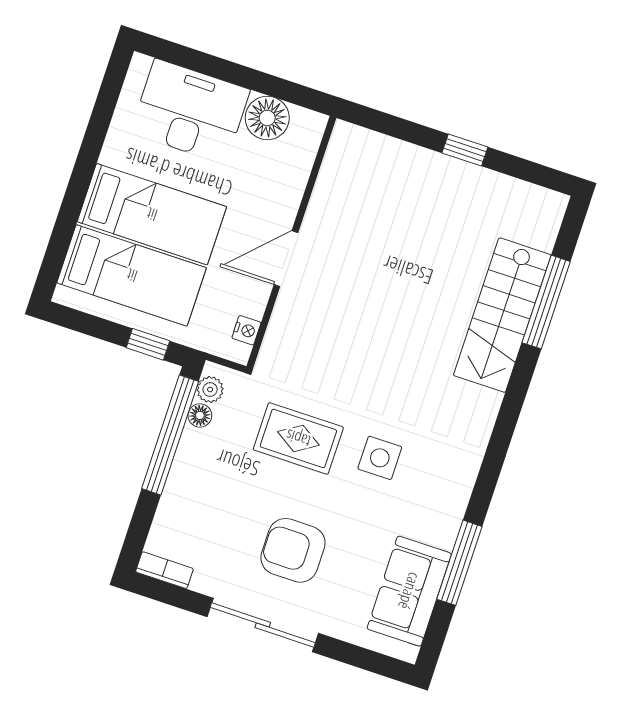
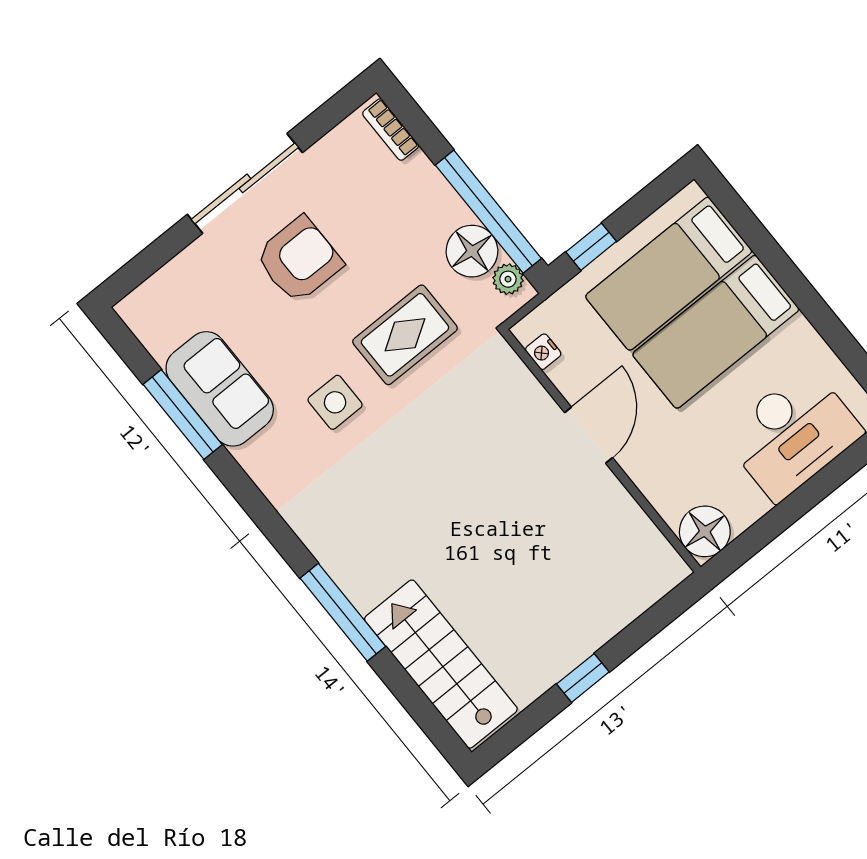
floor lamp: (267, 118) -> (705, 531), moved
window: (546, 302) -> (343, 612), moved
stairs: (502, 315) -> (441, 664), moved
floor lamp: (200, 415) -> (472, 251), width x1.89, depth x1.89
bookcase: (164, 570) -> (391, 130), moved, turned 90
sofa: (409, 591) -> (220, 389), moved

